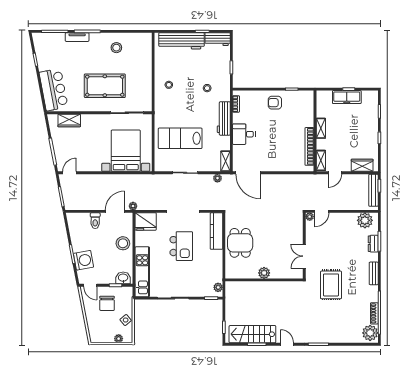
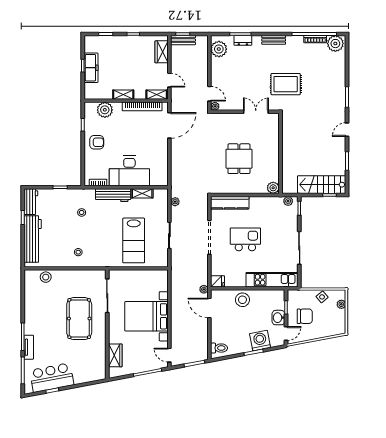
stool: (116, 48) -> (46, 277), moved
bar counter: (54, 90) -> (52, 378), moved
armchair: (275, 103) -> (97, 142), turned -90
plant: (306, 110) -> (105, 110), added
desk: (244, 134) -> (129, 171), width x1.87, depth x1.30
bed with nightstands: (126, 151) -> (147, 316), moved
shelving: (225, 161) -> (142, 193), moved
door: (248, 173) -> (169, 125), moved
bench: (373, 190) -> (183, 40), width x0.73
toilet: (95, 221) -> (219, 348), moved
fridge: (146, 221) -> (218, 281), width x0.53, depth x0.75
dining table: (240, 243) -> (239, 159), moved, turned 90
double door: (304, 256) -> (256, 112), swing flipped
plant: (264, 273) -> (273, 188), moved
washbasin: (123, 278) -> (278, 318), moved
stairs: (252, 334) -> (322, 185), moved, turned 90

